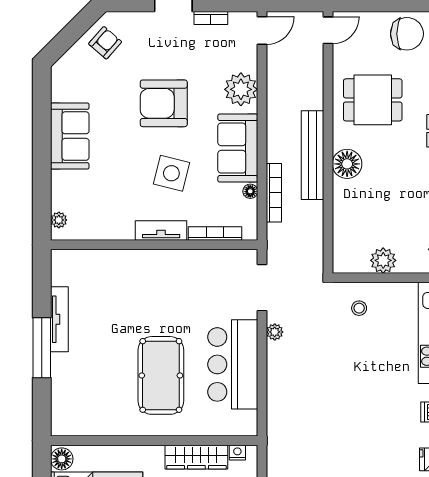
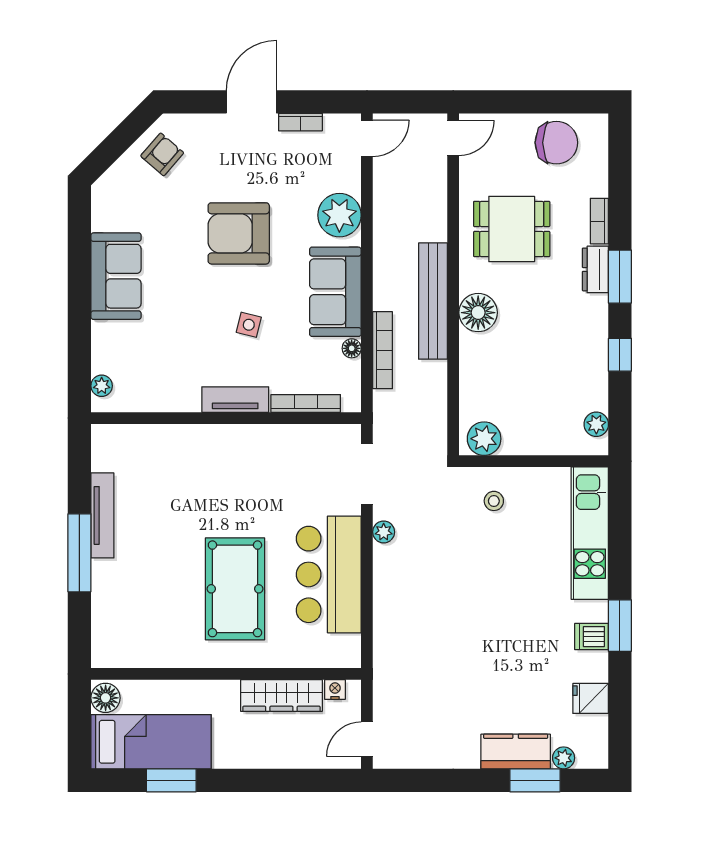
side table: (171, 173) -> (249, 325), width x0.54, depth x0.54
plant: (383, 260) -> (484, 439), moved

